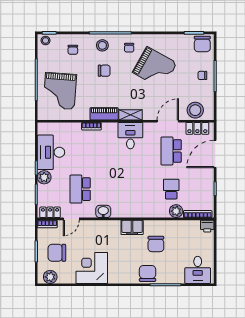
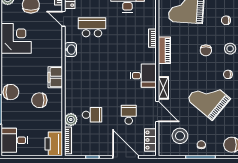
grand piano: (155, 68) -> (209, 99), turned 101
stool: (195, 110) -> (180, 136), moved
shelving: (131, 115) -> (163, 88), moved
school desk: (171, 151) -> (129, 115), width x0.54
printer: (207, 226) -> (54, 144), width x1.87, depth x1.48

